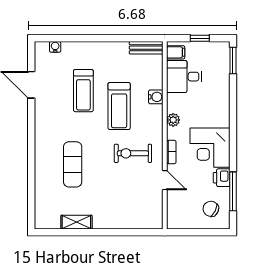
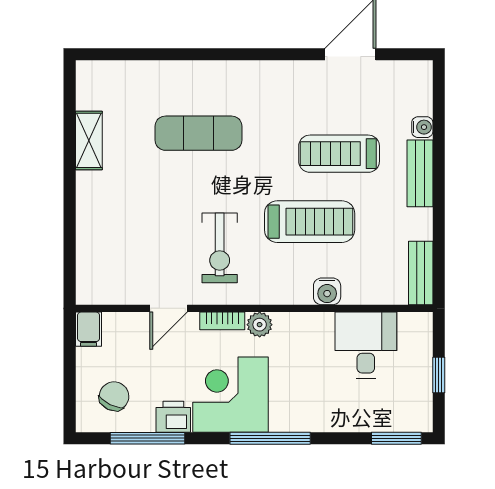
water cooler: (55, 47) -> (422, 127), moved
bench: (94, 48) -> (420, 173), added
filing cabinet: (176, 52) -> (89, 329), moved
treadmill: (119, 106) -> (310, 222), turned 180
plant: (173, 120) -> (260, 325), moved
window: (233, 127) -> (270, 438), added
exercise bike: (133, 153) -> (220, 248), turned 180

